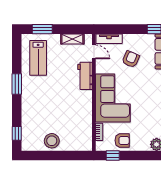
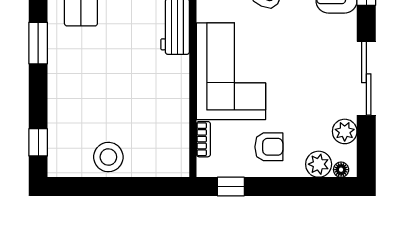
armchair: (122, 140) -> (269, 147), moved

